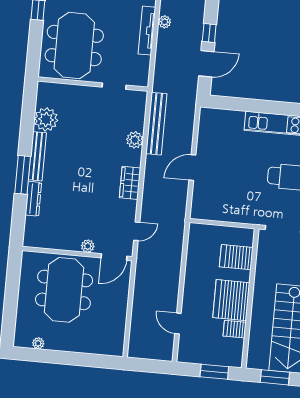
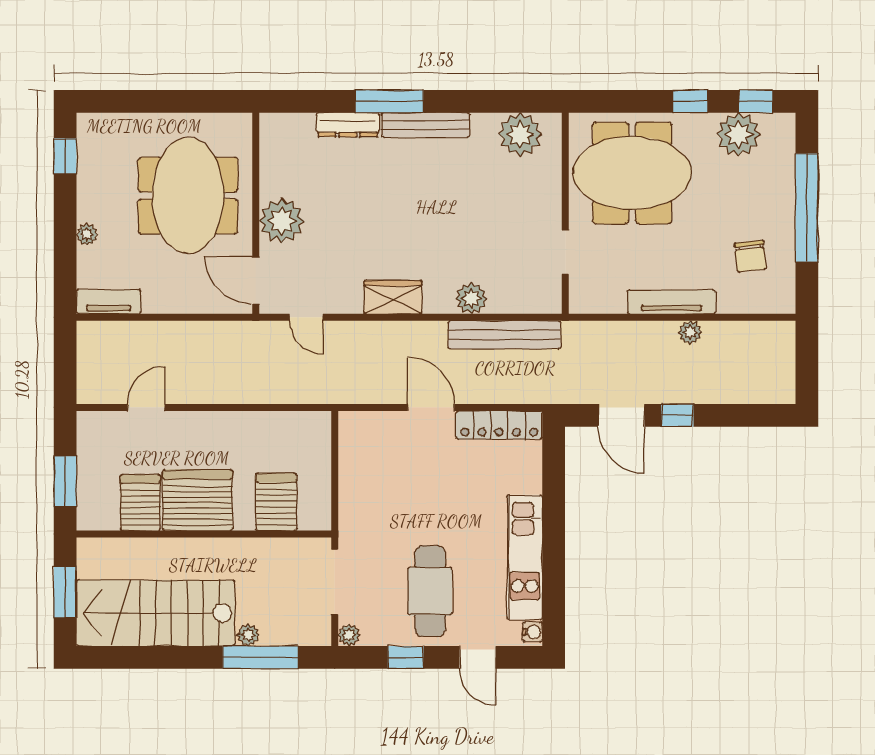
plant: (46, 119) -> (520, 134), moved
locker: (205, 131) -> (499, 425), added
plant: (88, 246) -> (282, 221), width x1.88, depth x1.88
meeting table: (64, 290) -> (188, 196), turned 90
server rack: (235, 329) -> (140, 503), width x1.36, depth x1.44
tv unit: (118, 339) -> (109, 302), added
plant: (38, 343) -> (87, 235), moved
window: (36, 355) -> (65, 156), added

